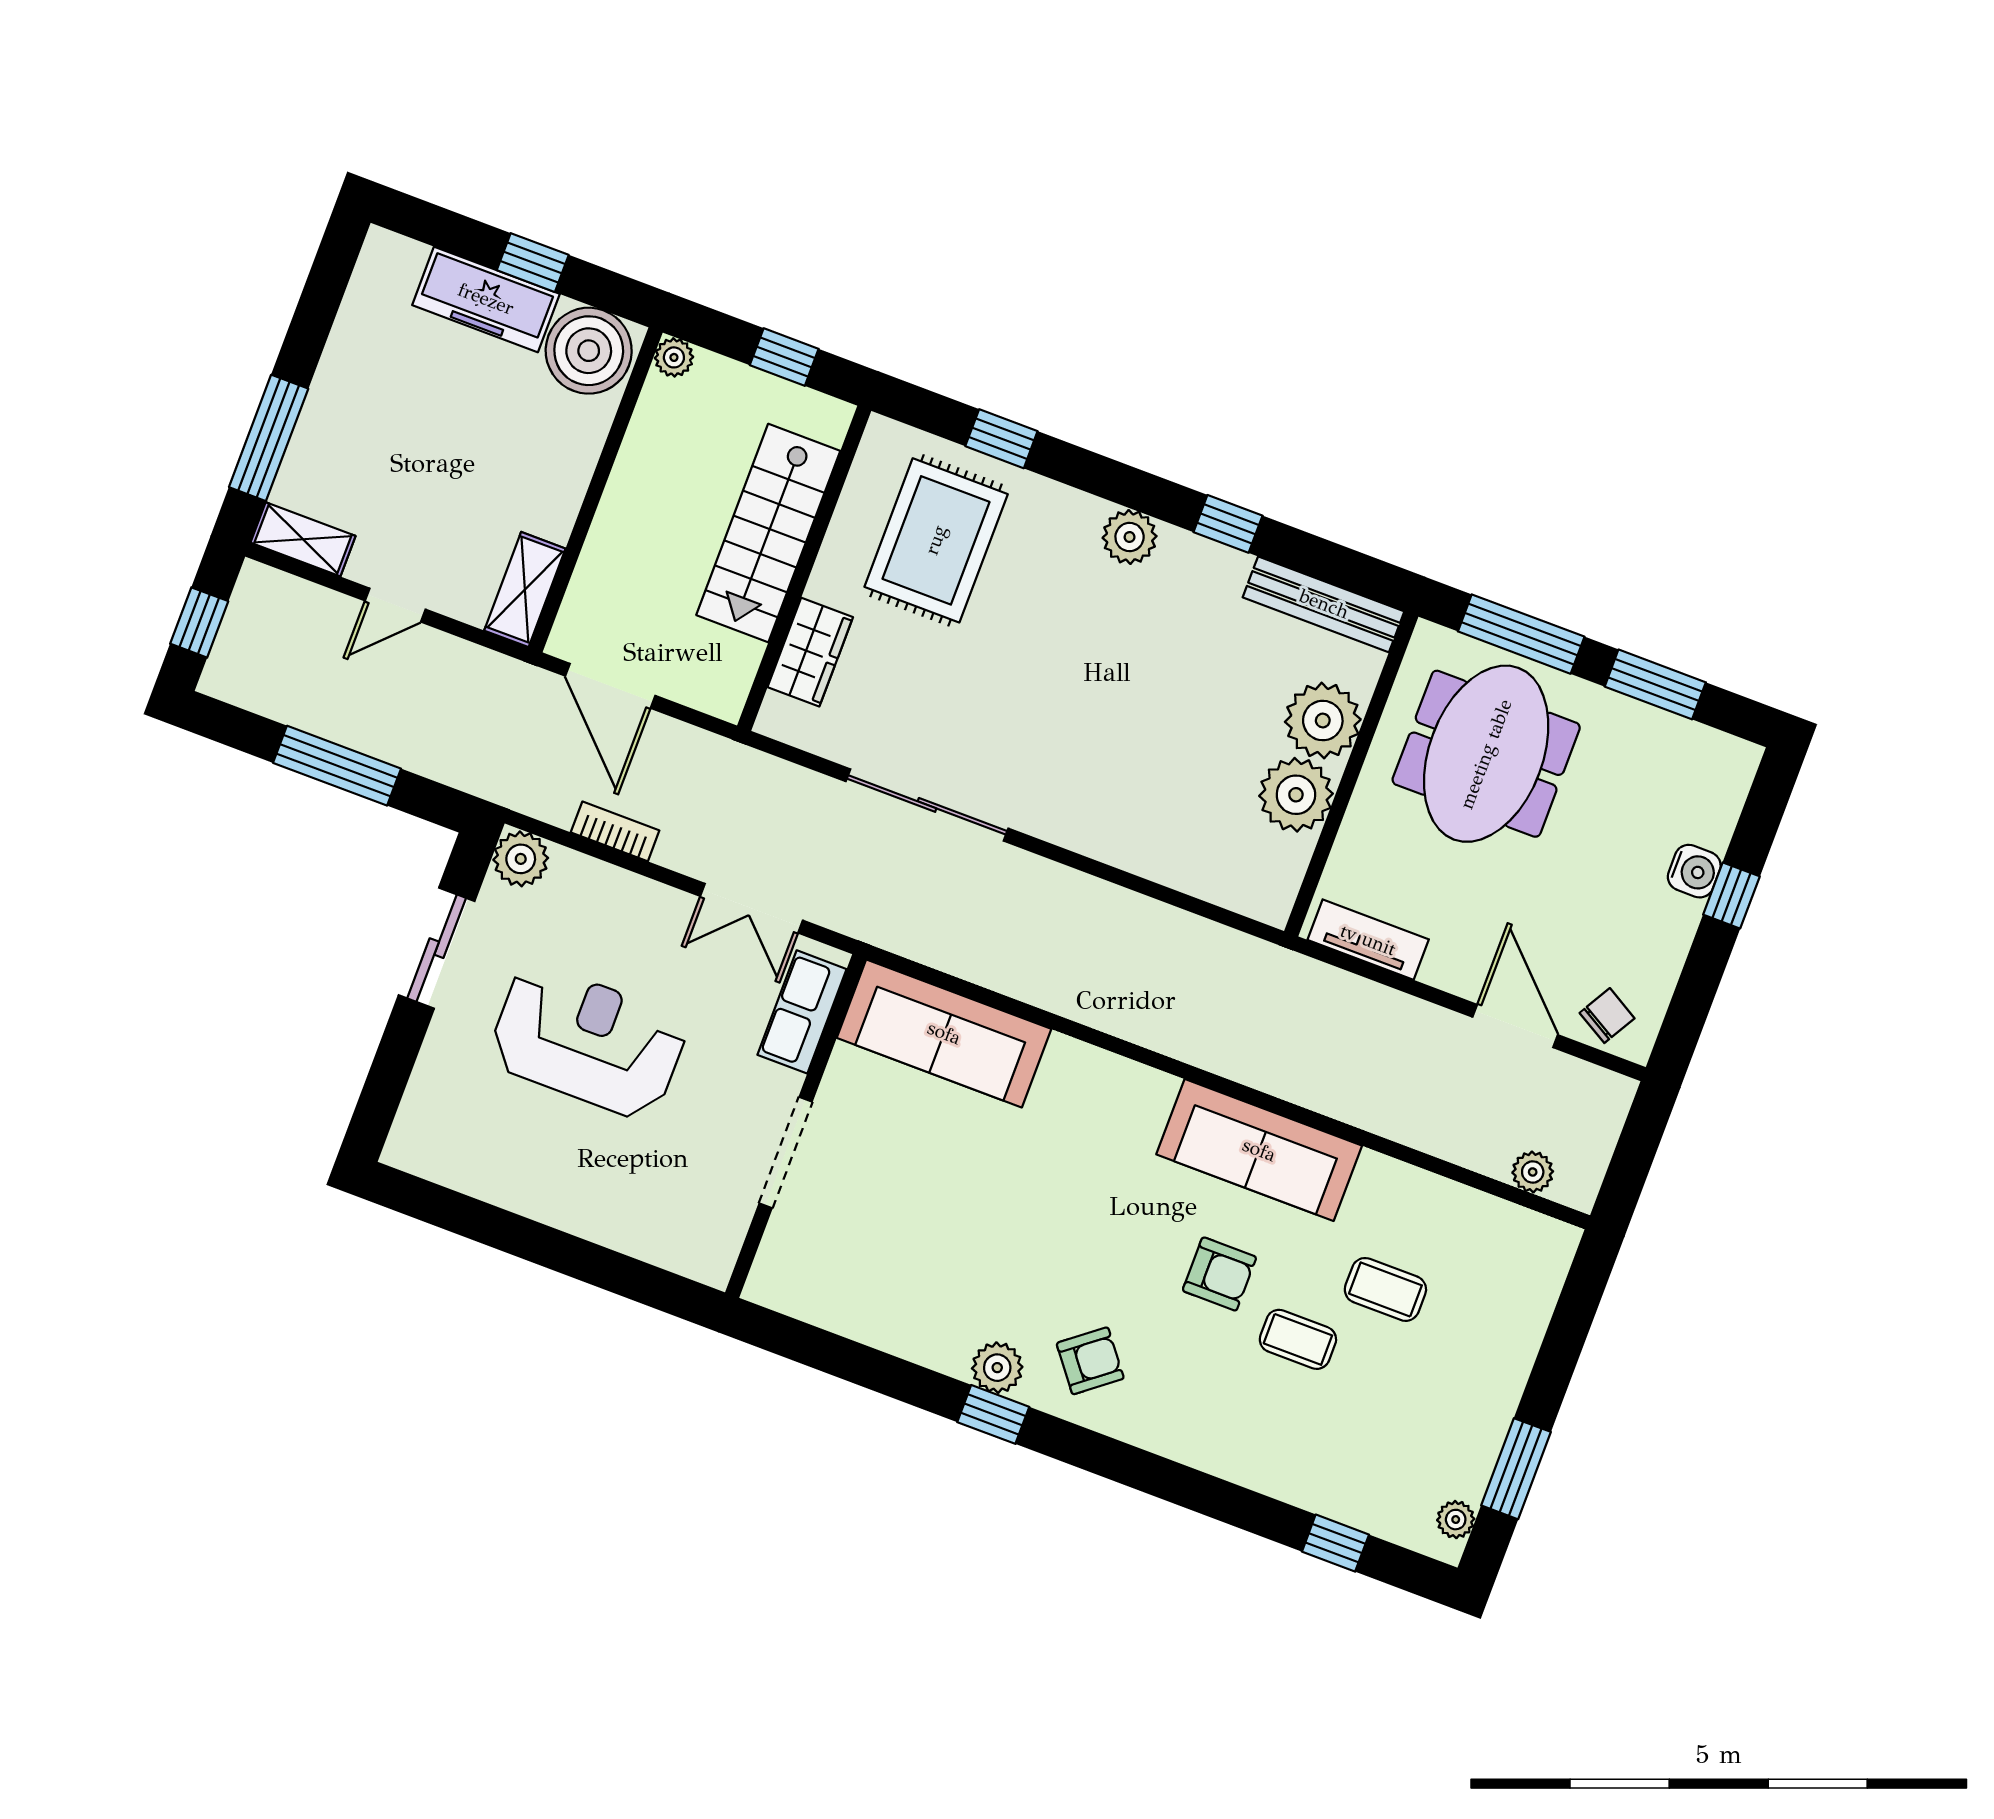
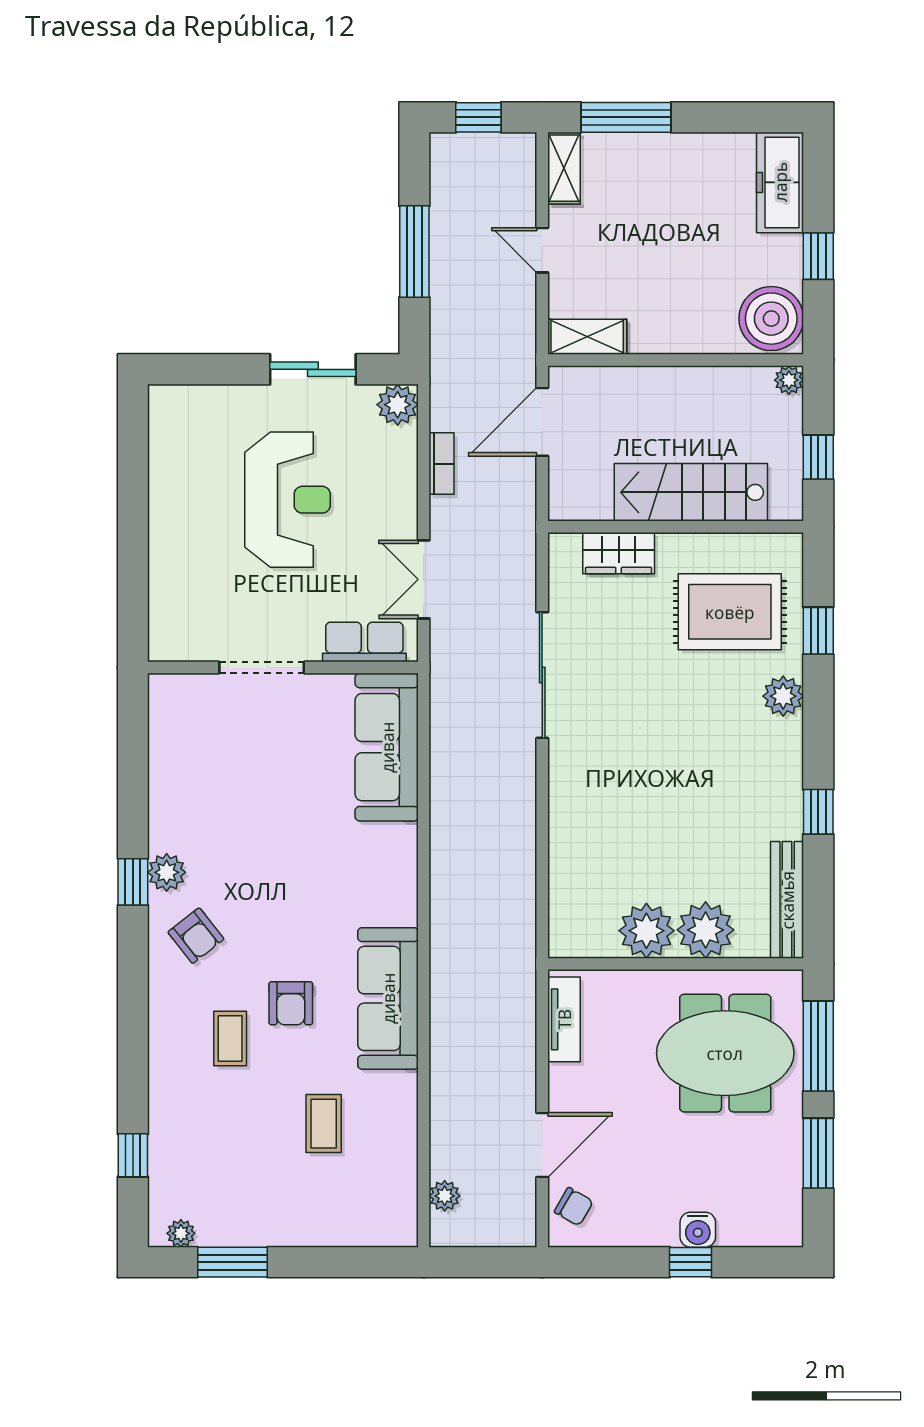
freezer: (486, 299) -> (780, 182), moved
plant: (1130, 537) -> (783, 696), moved
coffee table: (1298, 1339) -> (230, 1039), moved

